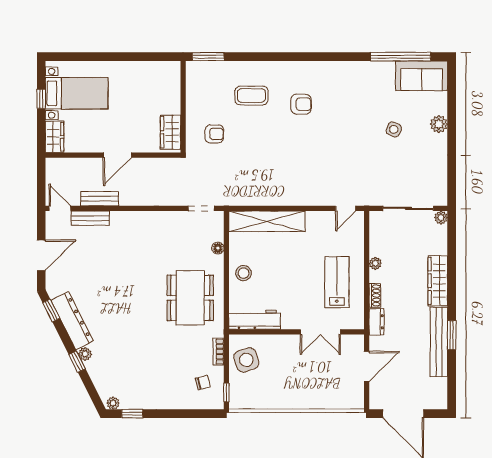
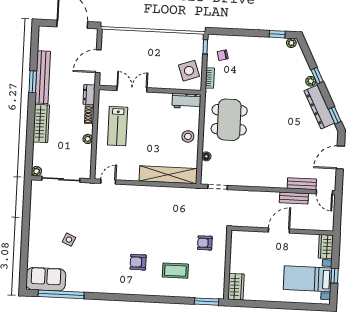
plant: (439, 124) -> (35, 242), removed
wardrobe: (170, 132) -> (236, 287), moved
workbench: (255, 320) -> (187, 101), width x0.73

